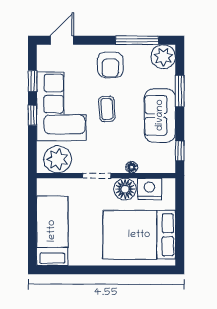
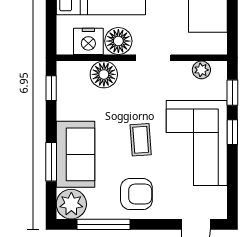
armchair: (110, 65) -> (136, 194), turned 90
window: (32, 81) -> (232, 93), moved
sofa: (160, 115) -> (75, 154), moved
plant: (58, 159) -> (201, 70), width x0.53, depth x0.53
floor lamp: (132, 167) -> (104, 74), width x1.89, depth x1.89

